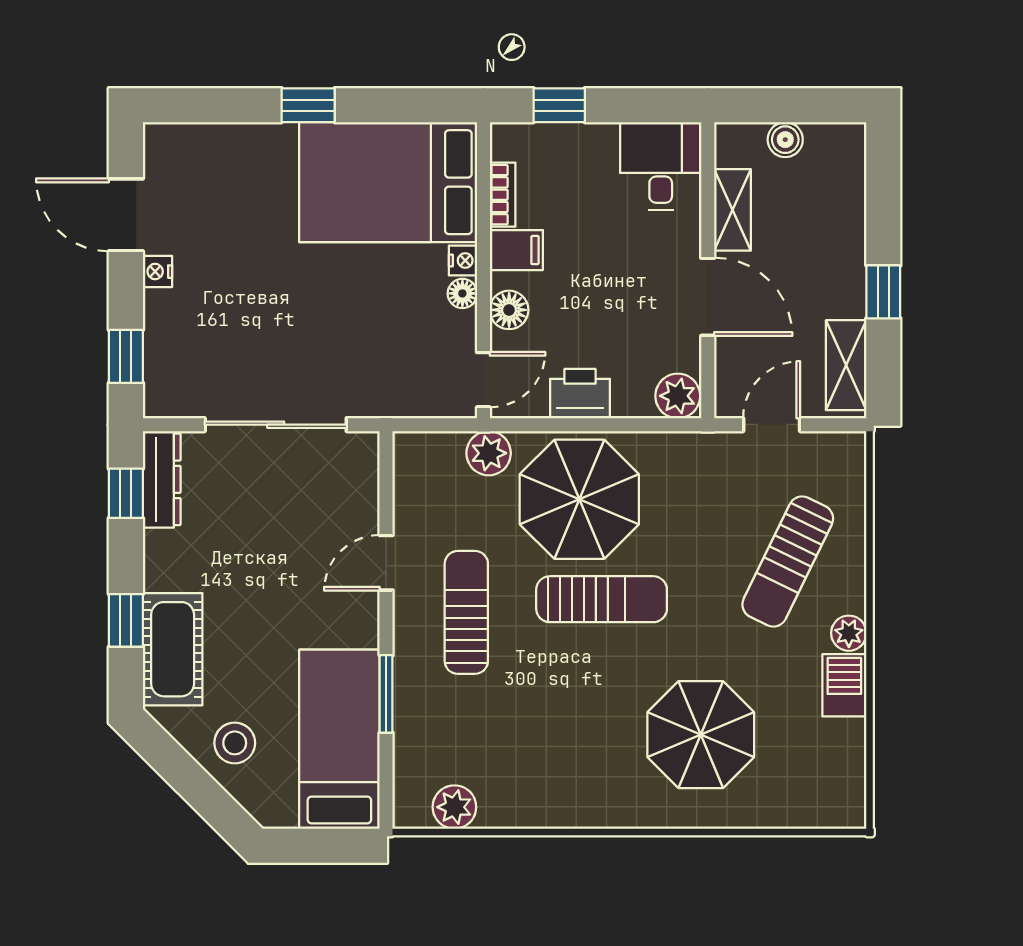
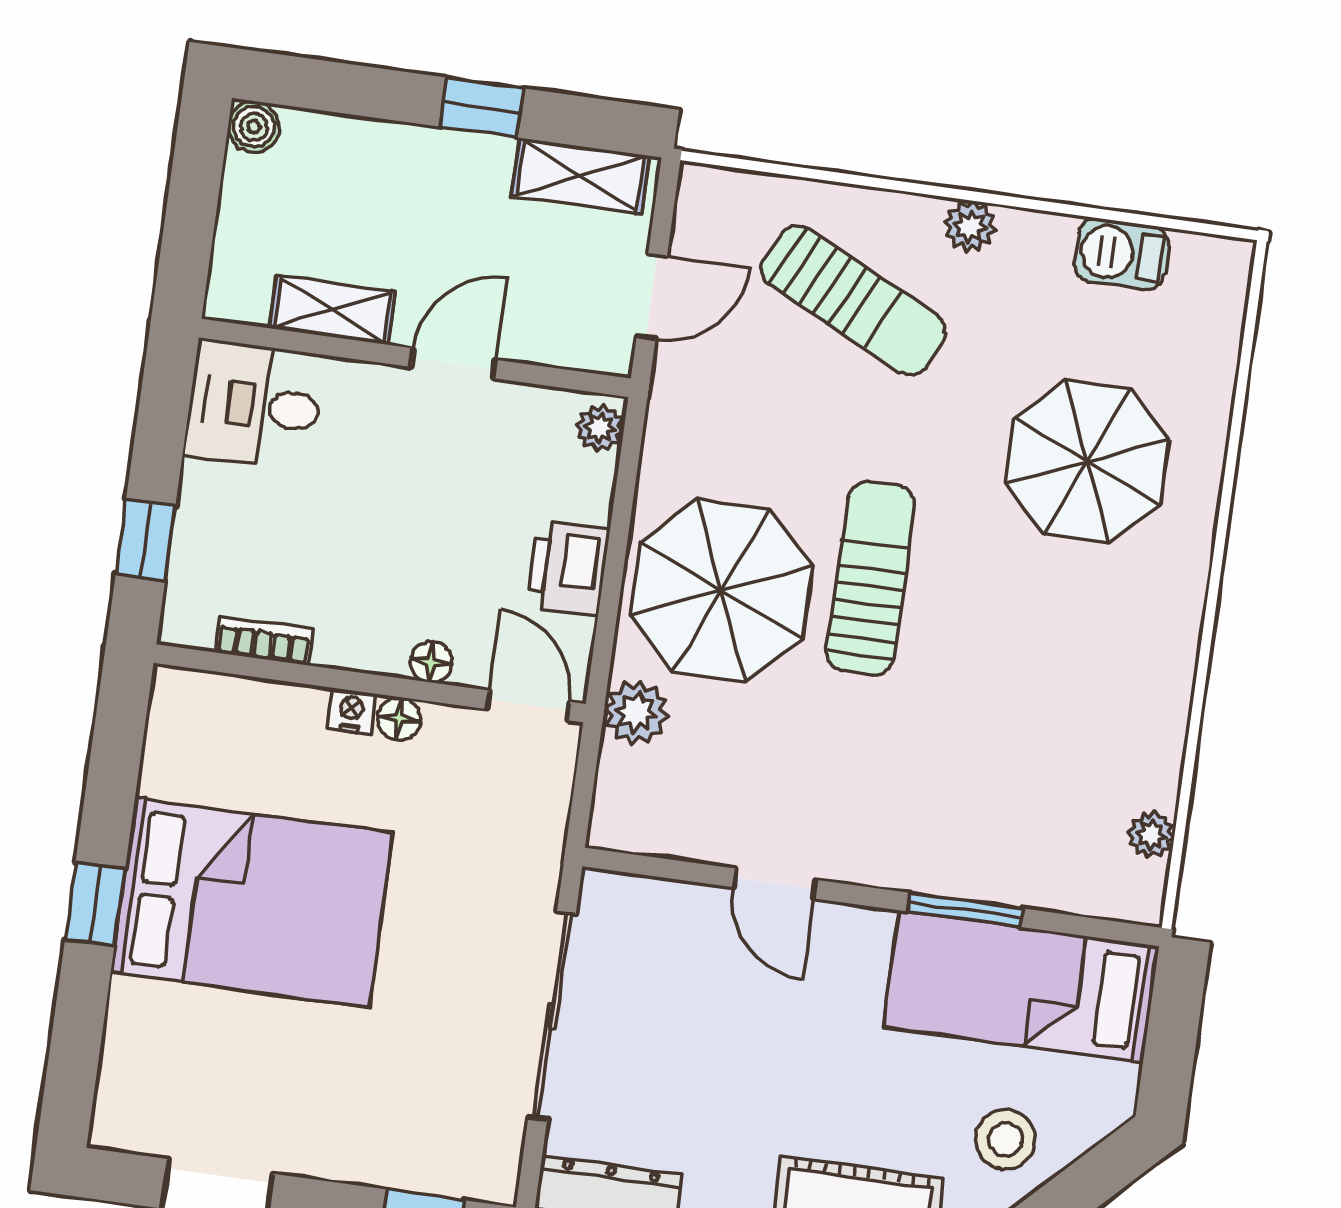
boiler: (785, 140) -> (254, 127), moved
bed: (388, 182) -> (252, 903), moved, turned -90
filing cabinet: (516, 250) -> (347, 631), removed
nightstand: (157, 272) -> (306, 1157), removed
door: (708, 297) -> (453, 363), width x0.73
floor lamp: (509, 310) -> (431, 662), width x0.73, depth x0.73
plant: (678, 396) -> (600, 428), width x0.73, depth x0.73
door: (772, 425) -> (652, 296), swing flipped
sun lounger: (466, 612) -> (863, 777), removed
barbecue: (844, 685) -> (1121, 254), moved
plant: (454, 807) -> (1151, 835), width x0.73, depth x0.73

